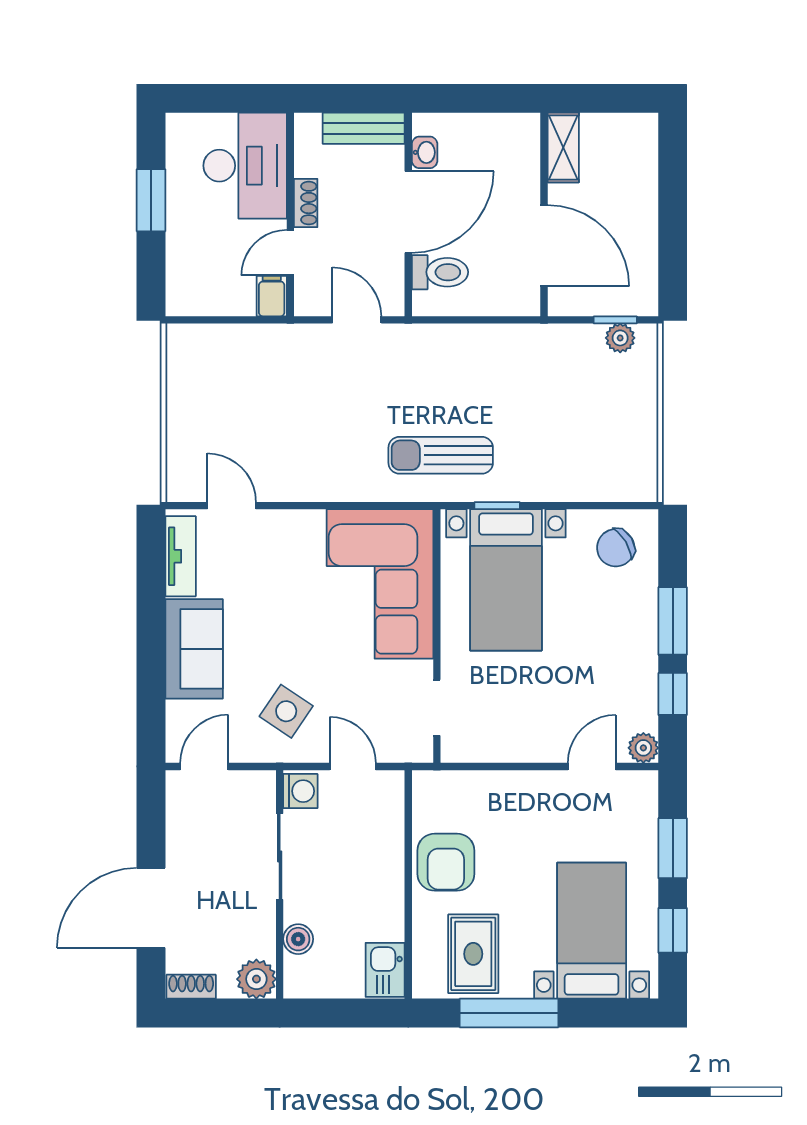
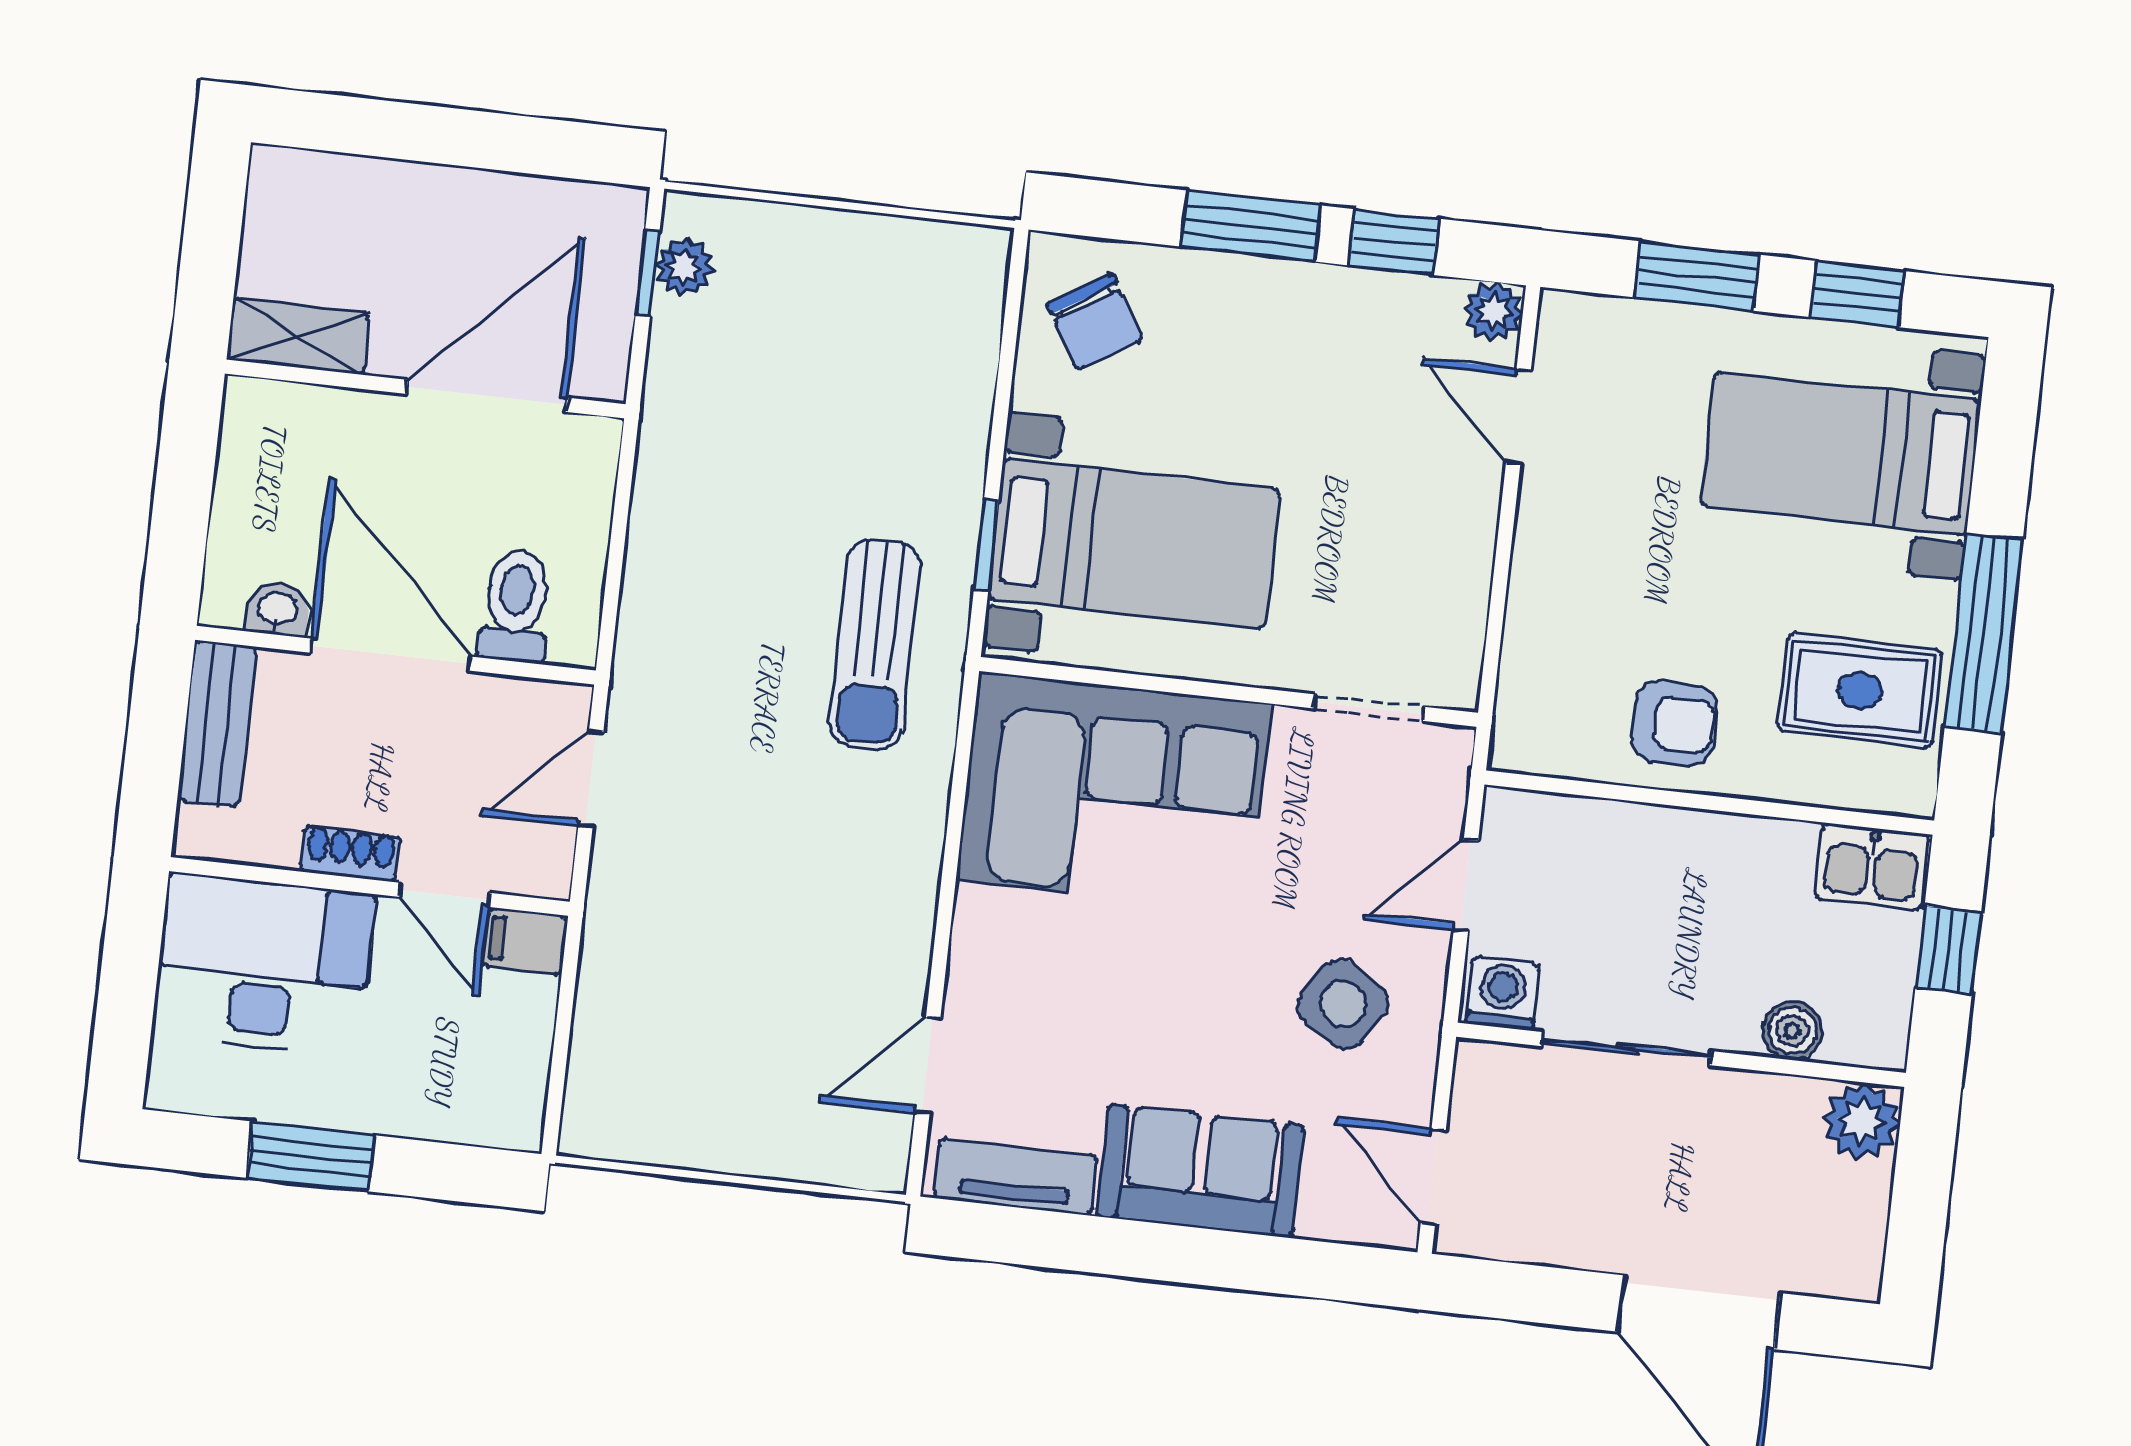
armchair: (446, 862) -> (1674, 724), width x0.72, depth x0.72
shoe rack: (191, 987) -> (1862, 1251), removed
window: (347, 1013) -> (1948, 950), added

